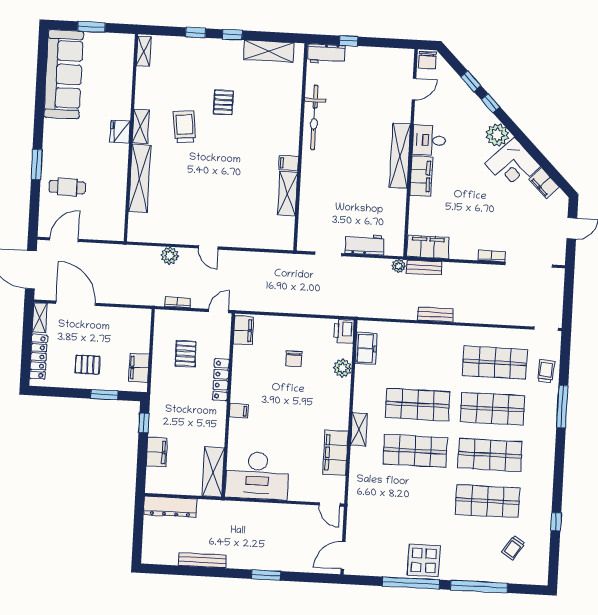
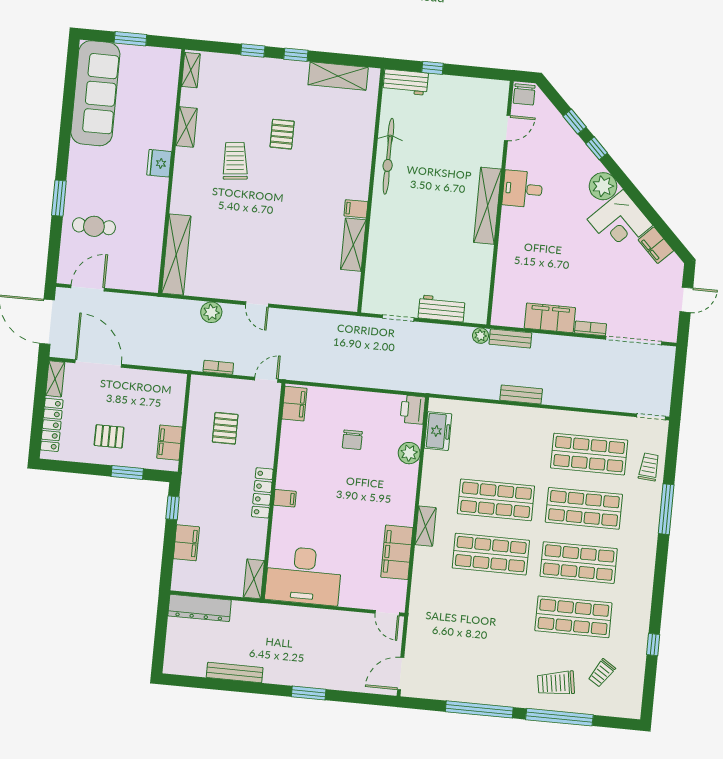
shelving: (141, 126) -> (186, 127), moved
filing cabinet: (421, 176) -> (511, 231), removed
shelving: (140, 178) -> (176, 255), moved
filing cabinet: (428, 247) -> (550, 318), moved
locker: (221, 380) -> (262, 493), moved
shelving: (213, 472) -> (254, 579), width x0.67, depth x0.75
trolley: (475, 558) -> (556, 683), added
display table: (424, 560) -> (496, 684), removed

